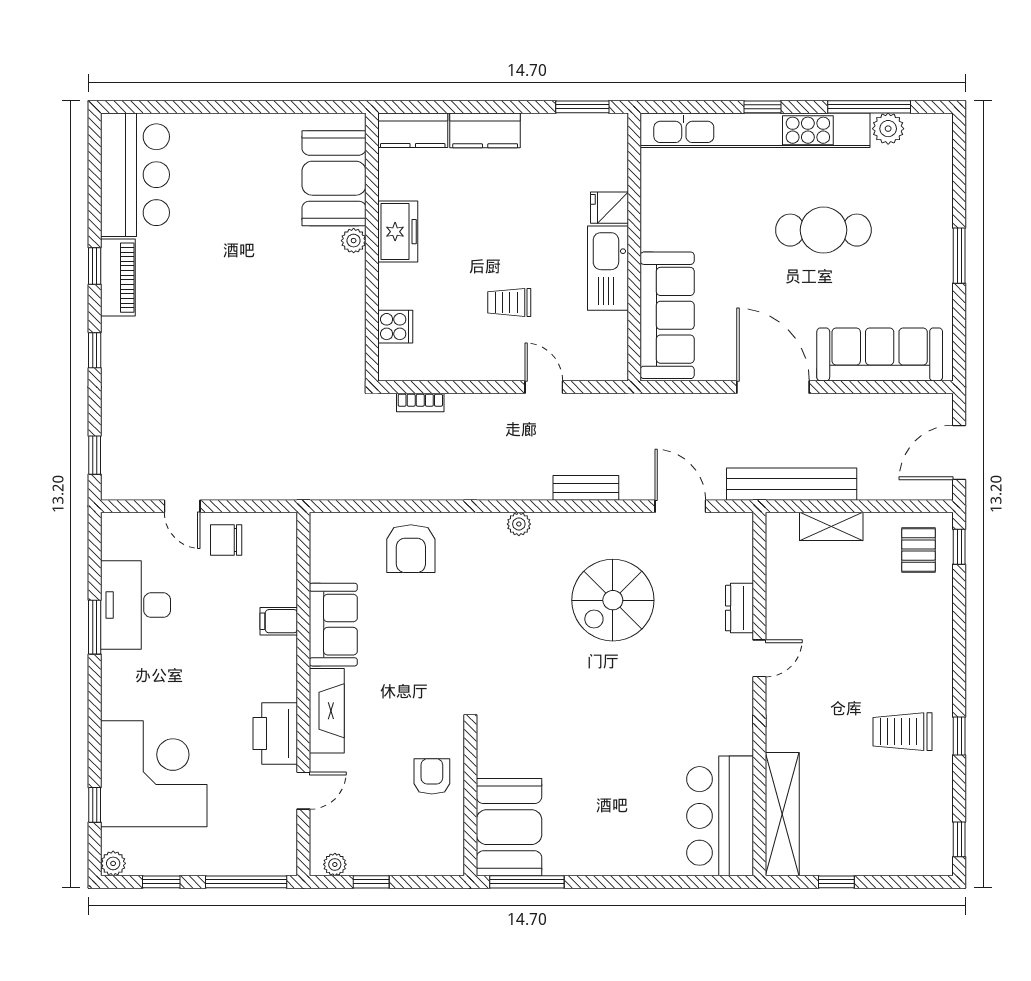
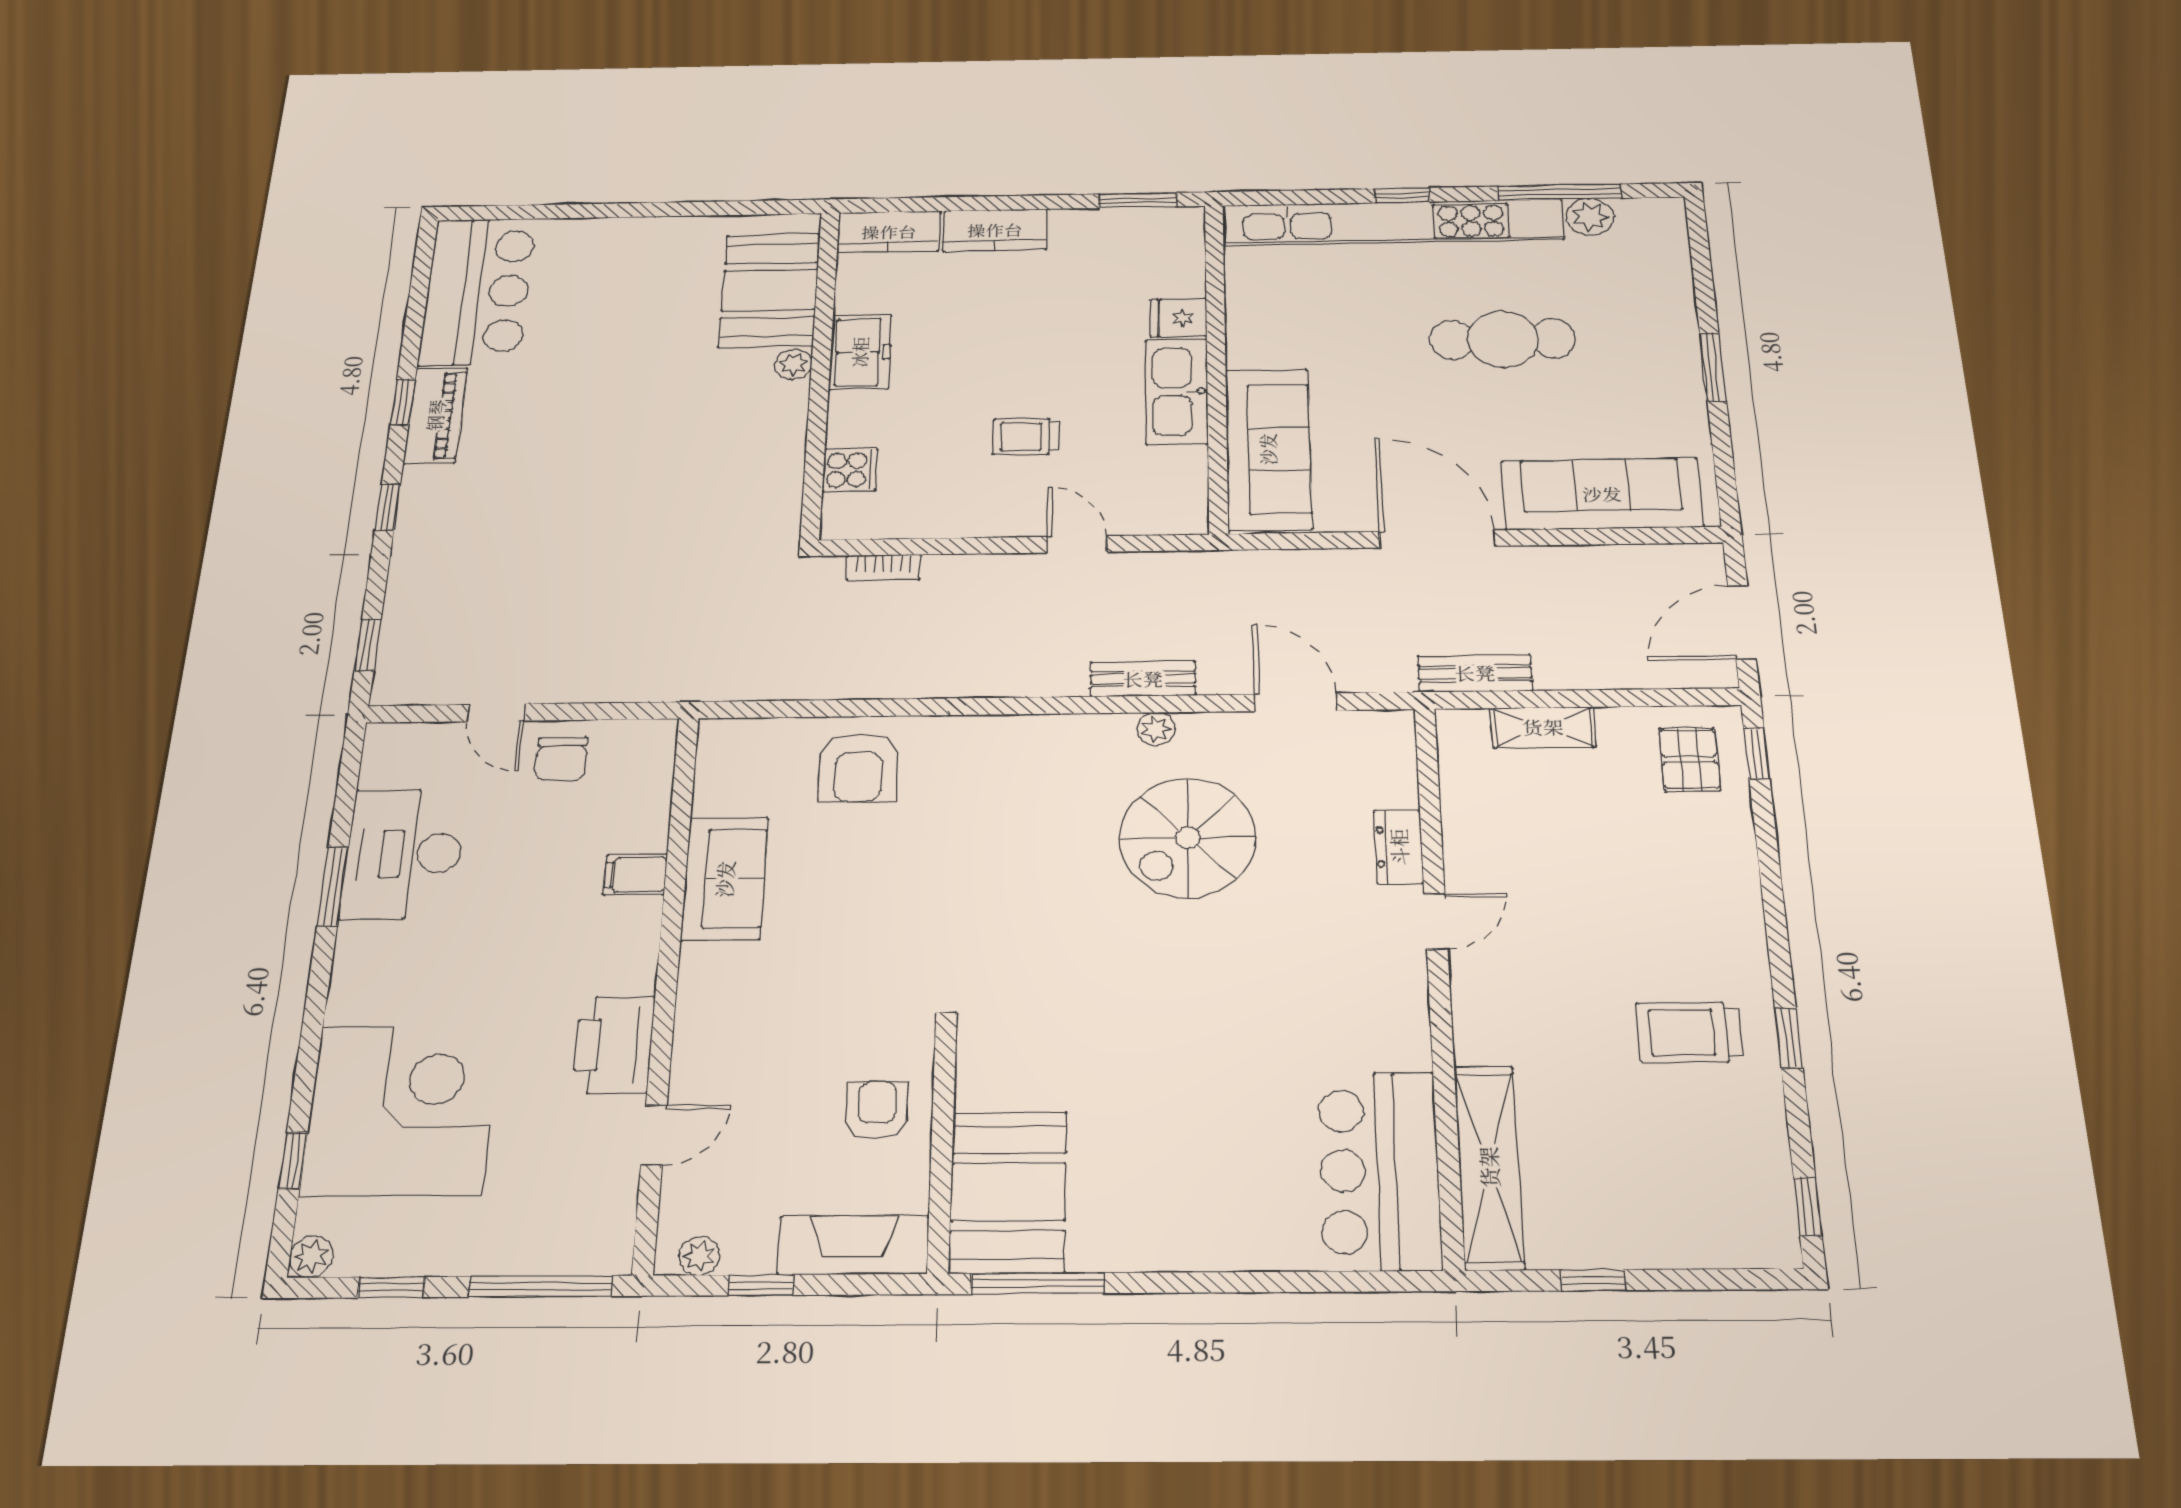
bench: (792, 484) -> (1475, 673), width x0.54, depth x0.82
plant: (519, 524) -> (1156, 729), moved
chair: (226, 540) -> (561, 759), turned -90
fireplace: (327, 711) -> (853, 1245), moved, turned -90

